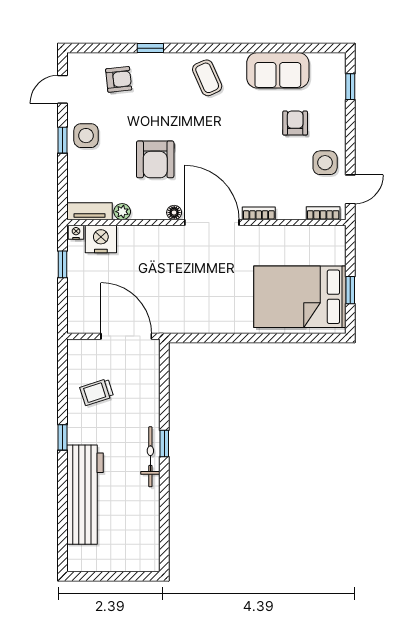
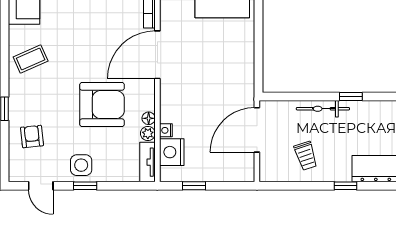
armchair: (155, 159) -> (102, 105), width x1.36, depth x1.36
floor lamp: (174, 213) -> (149, 118), moved
nightstand: (76, 232) -> (166, 130), moved
bicycle: (150, 457) -> (323, 109), moved

